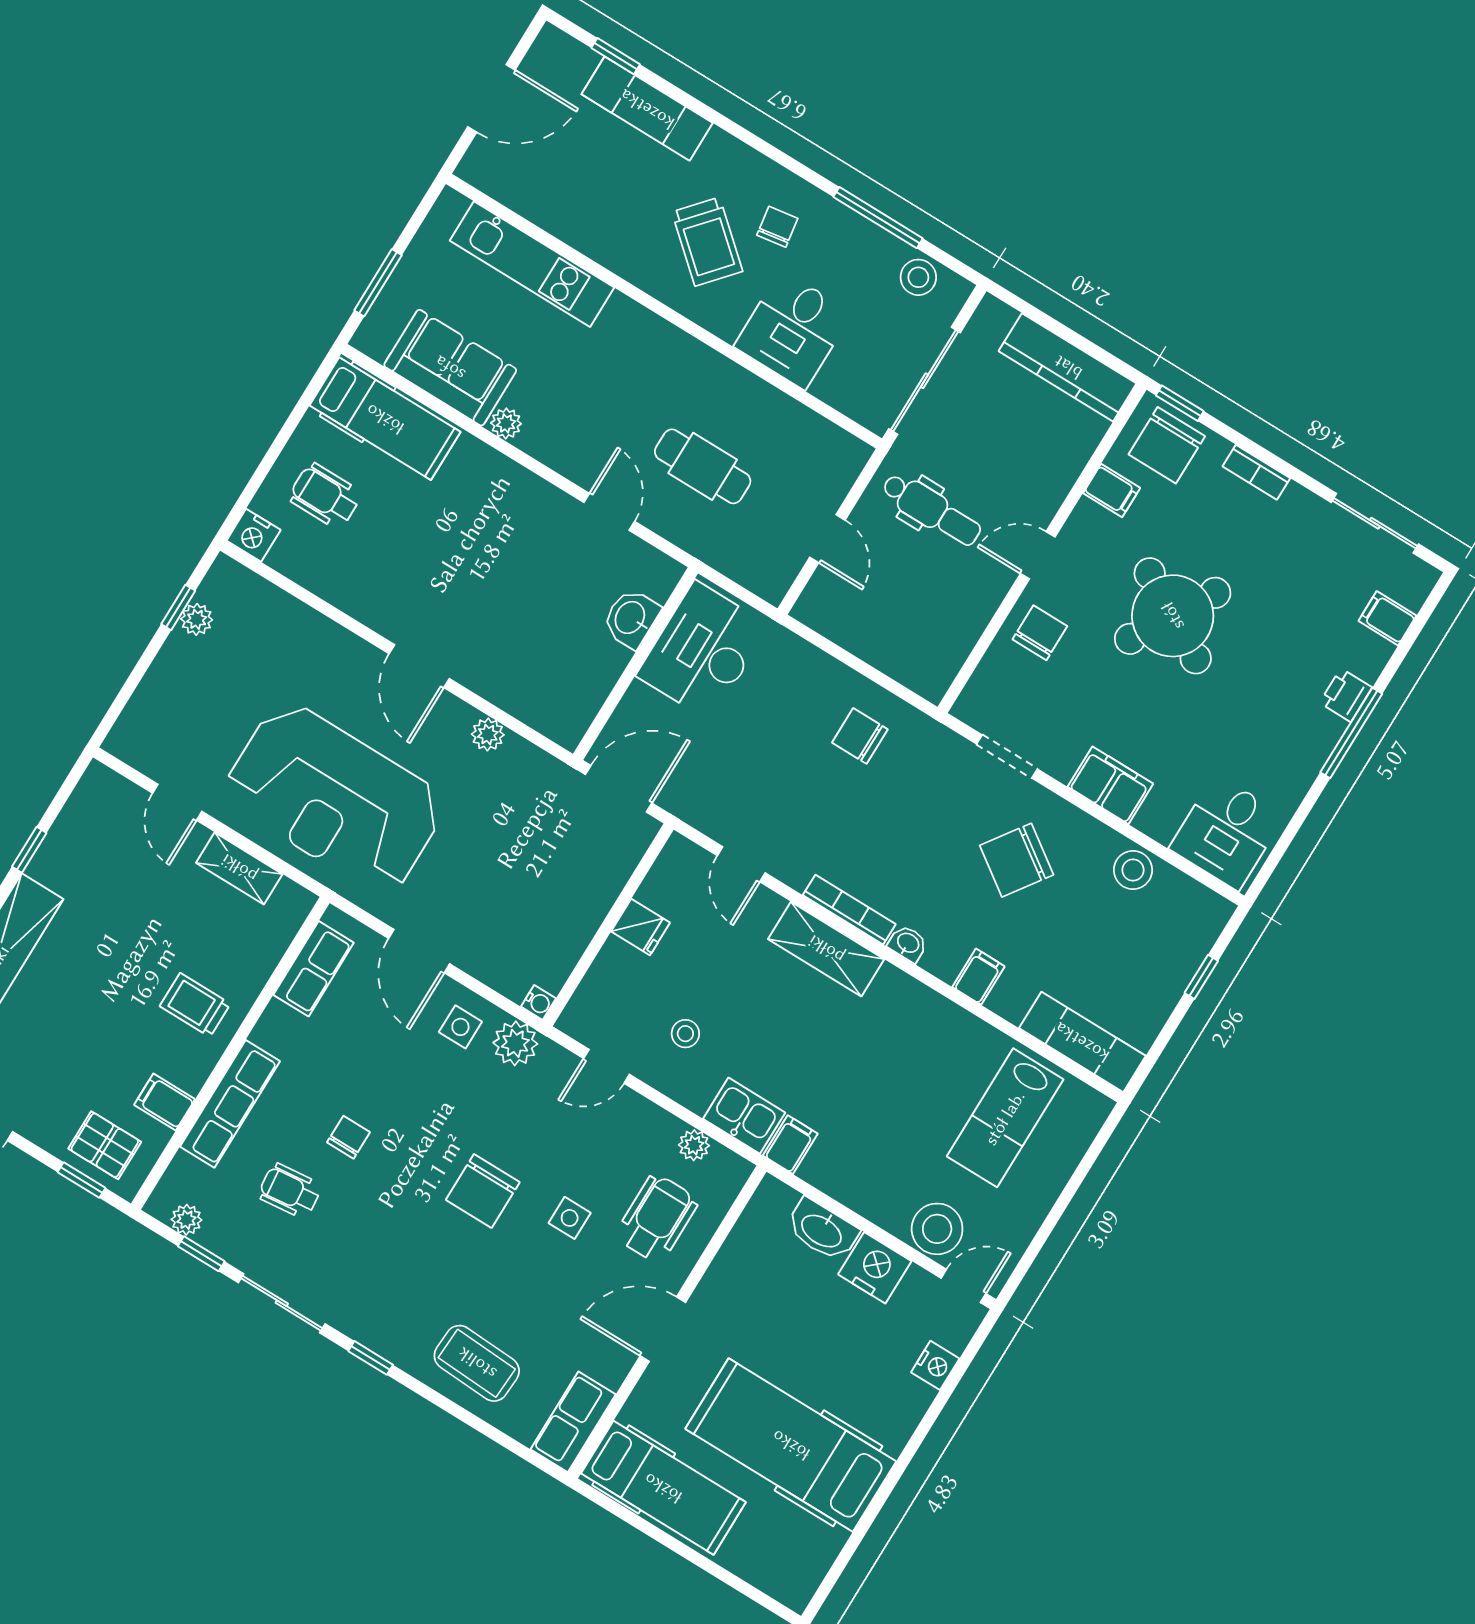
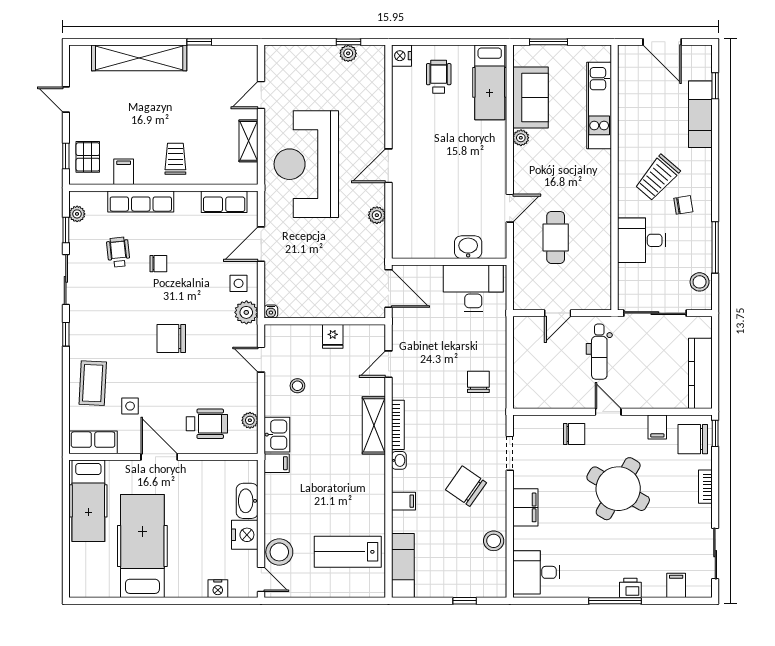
side table: (570, 1218) -> (130, 406), moved

